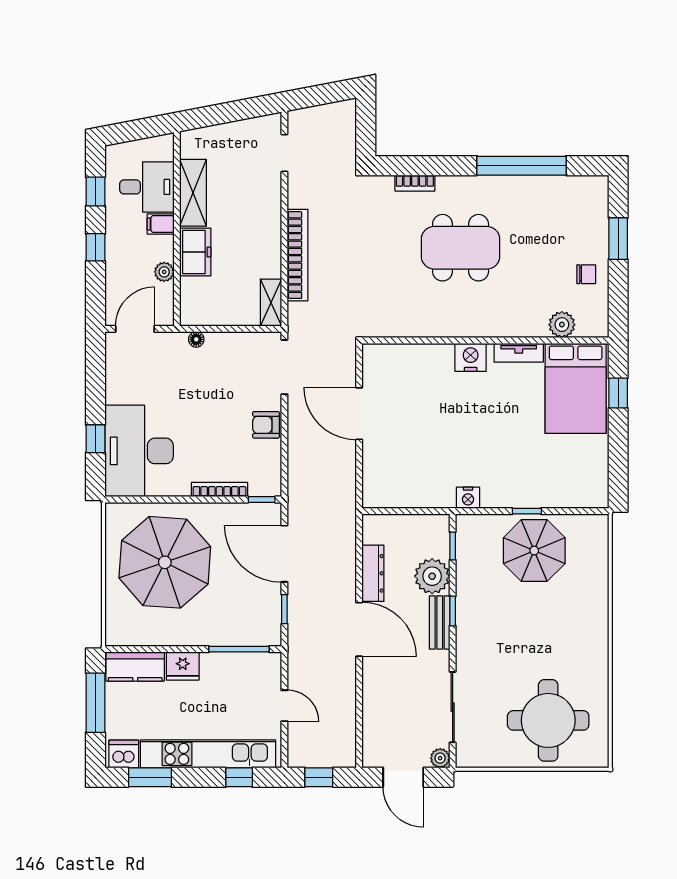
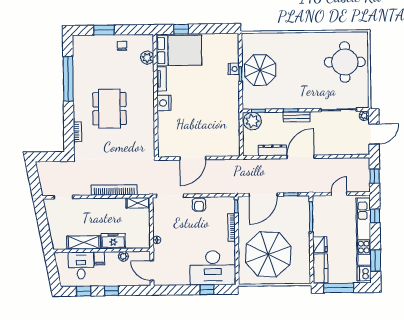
nightstand: (468, 498) -> (234, 69), moved
plant: (432, 576) -> (252, 121), moved

